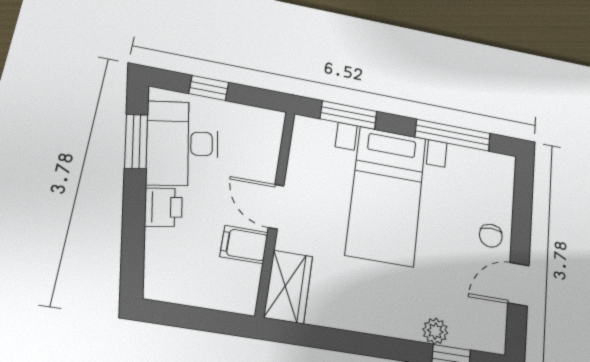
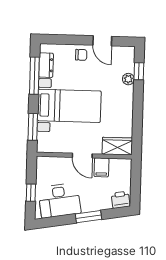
window: (136, 141) -> (89, 217), moved
dresser: (473, 161) -> (46, 65), added
printer: (163, 207) -> (121, 200), moved
door: (276, 207) -> (82, 156), hinge flipped

